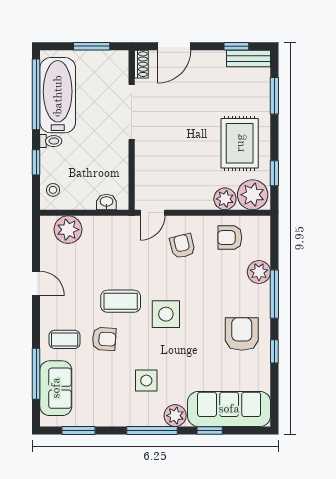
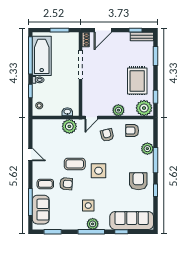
plant: (225, 199) -> (118, 110), moved
plant: (68, 230) -> (69, 126), moved
plant: (175, 416) -> (93, 224), moved

